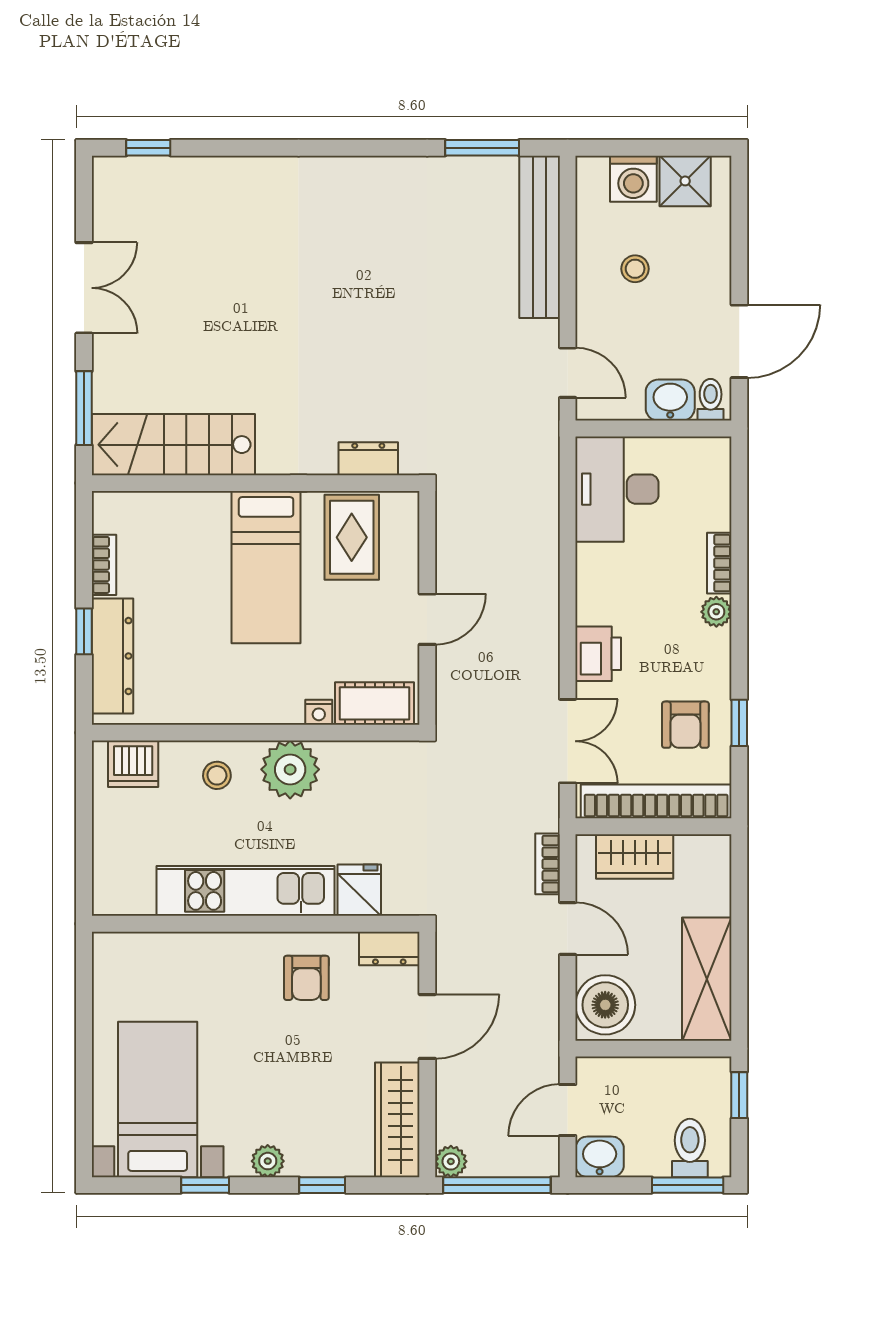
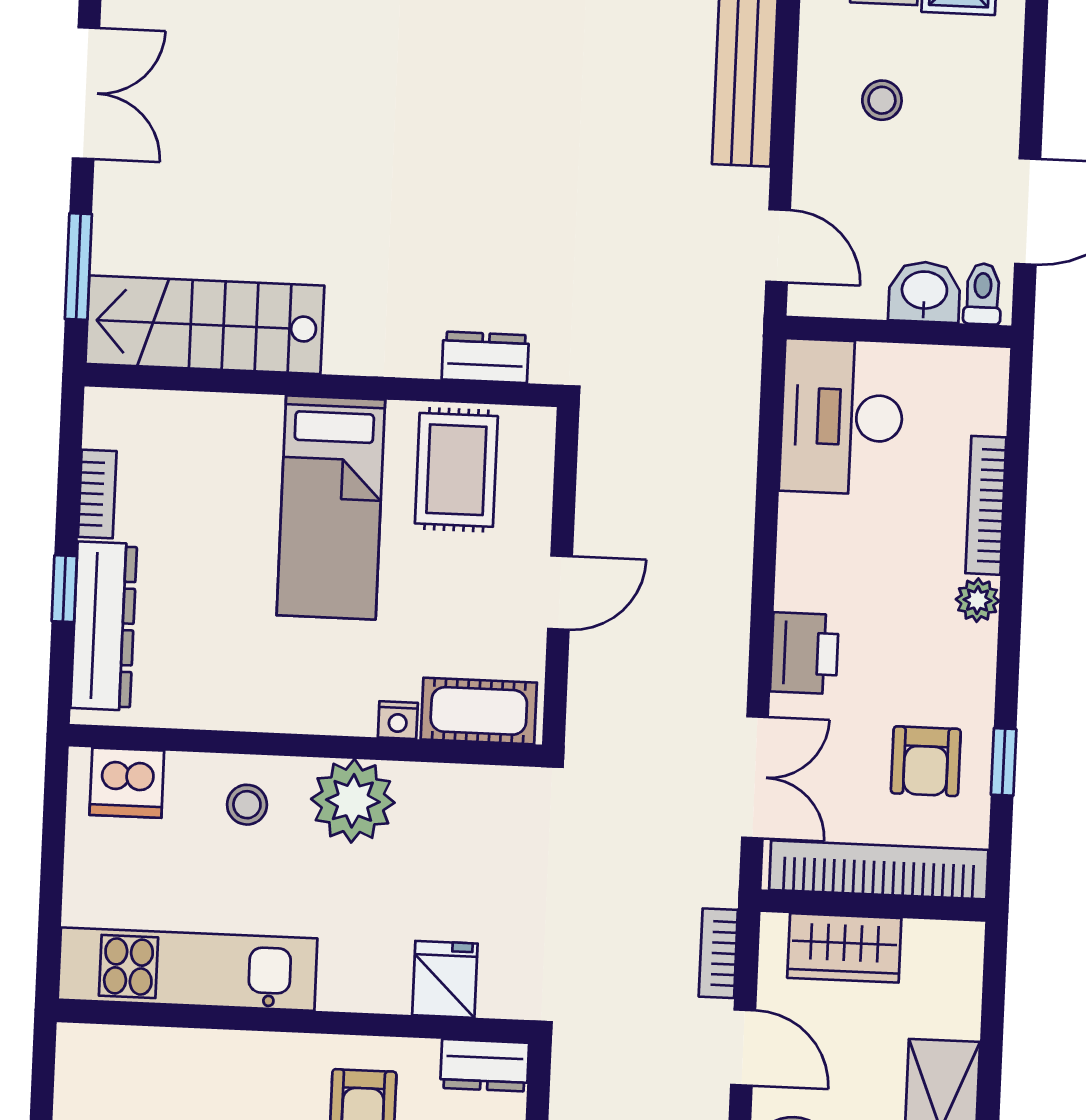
bookcase: (719, 563) -> (986, 505), width x1.56
kitchen unit: (246, 891) -> (188, 969), moved

